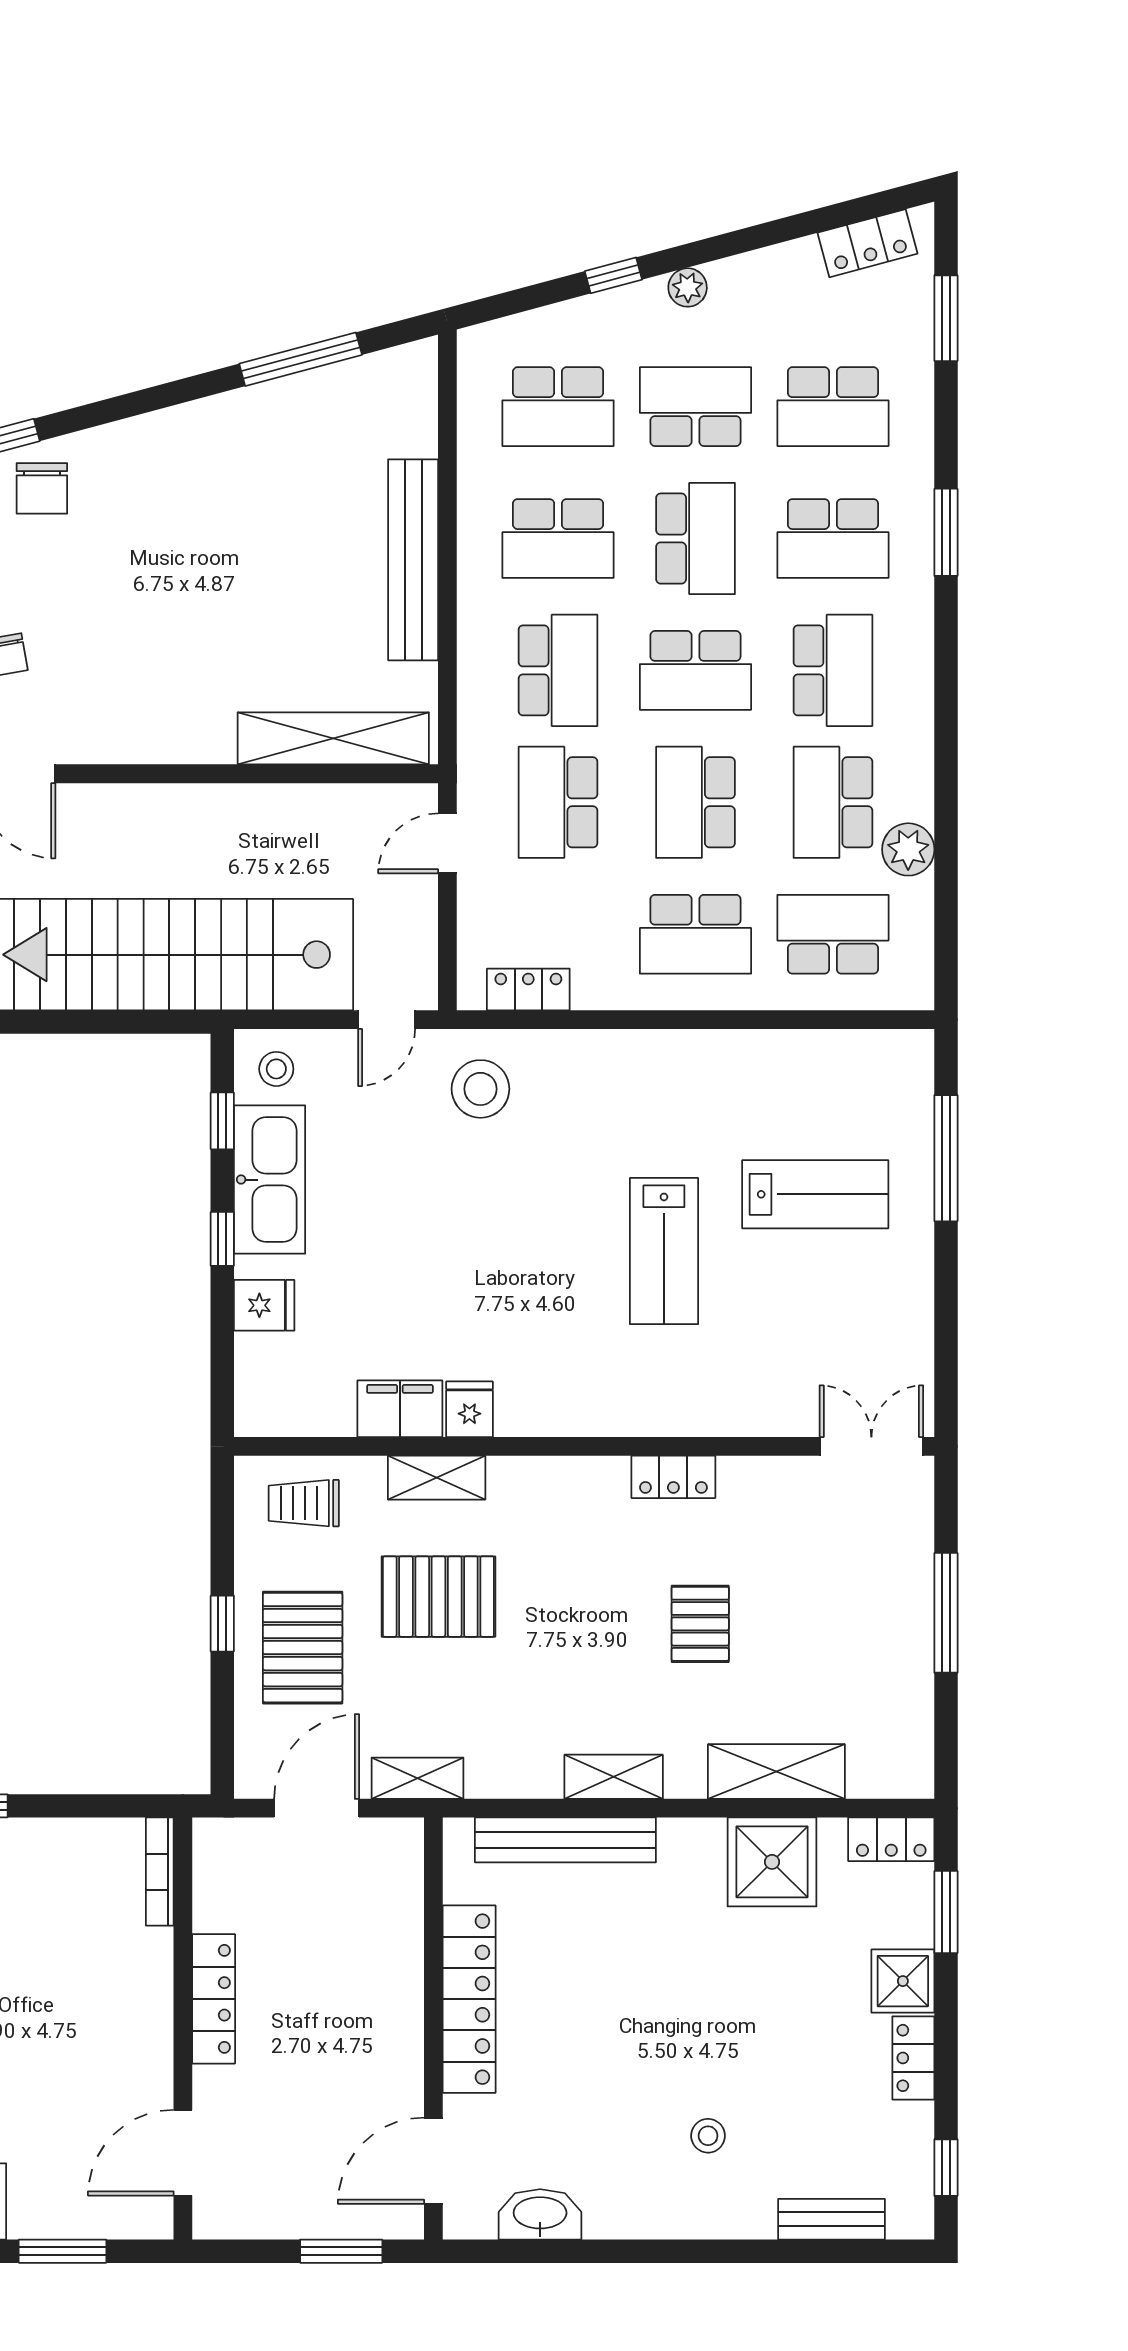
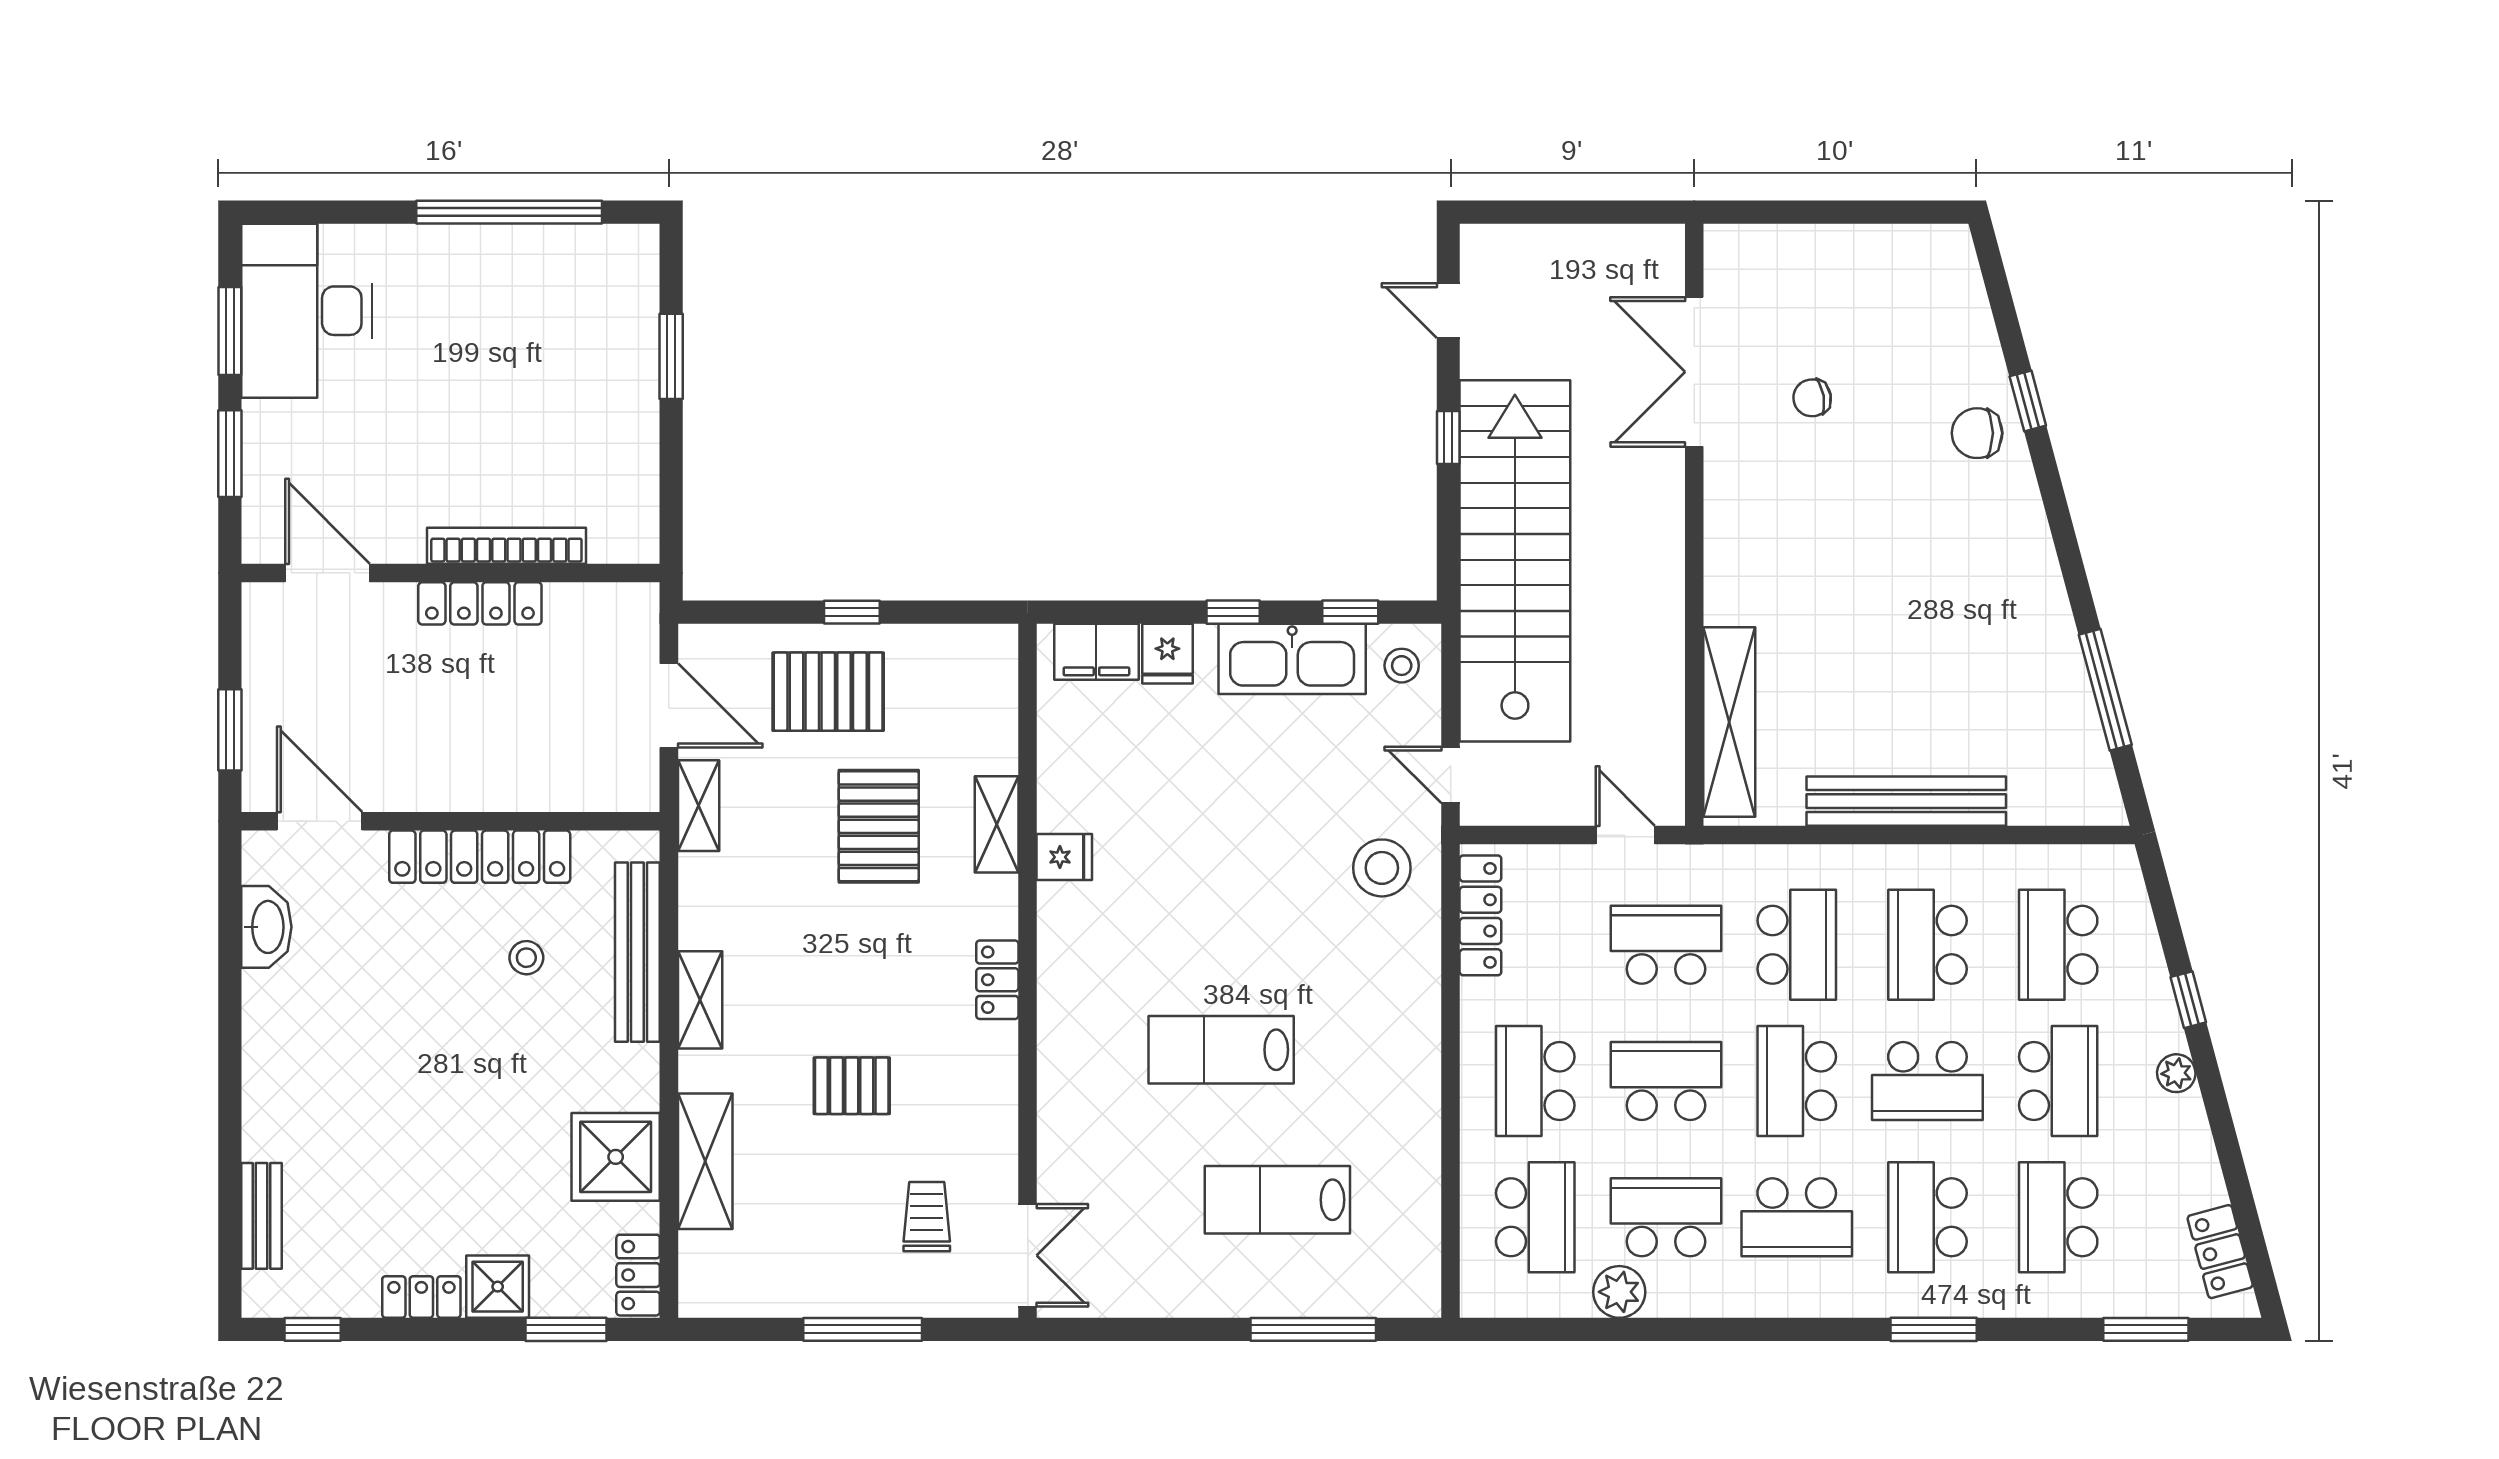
school desk: (558, 670) -> (1797, 945), turned -90
locker: (528, 989) -> (1480, 915), width x1.53
window: (46, 1022) -> (1448, 437), added
lab bench: (815, 1194) -> (1277, 1200), turned 90
filing cabinet: (400, 1409) -> (1096, 652), moved, turned 90
locker: (673, 1477) -> (997, 980), moved
trolley: (304, 1503) -> (927, 1217), moved
bookcase: (160, 1872) -> (506, 546), moved, width x1.48, depth x1.31
stool: (708, 2136) -> (526, 958), moved

